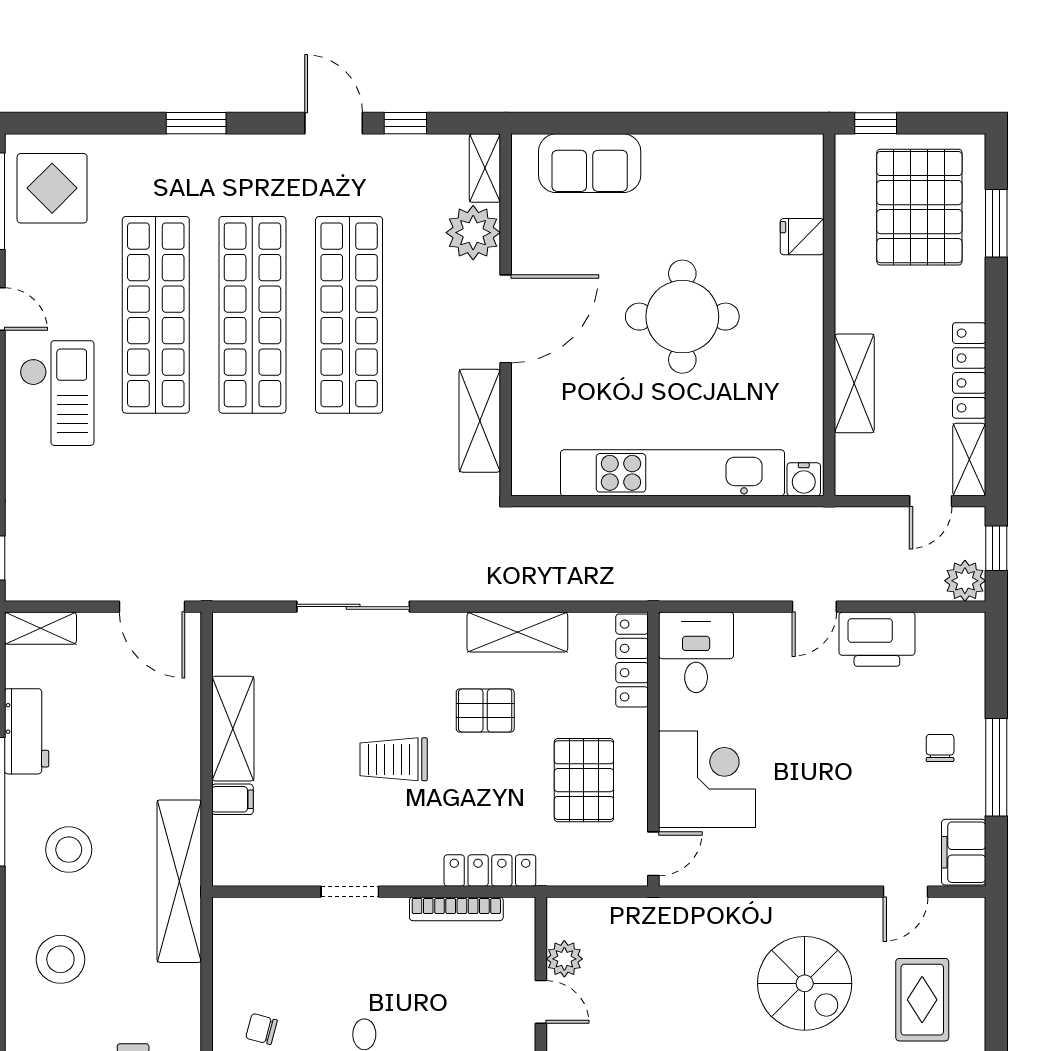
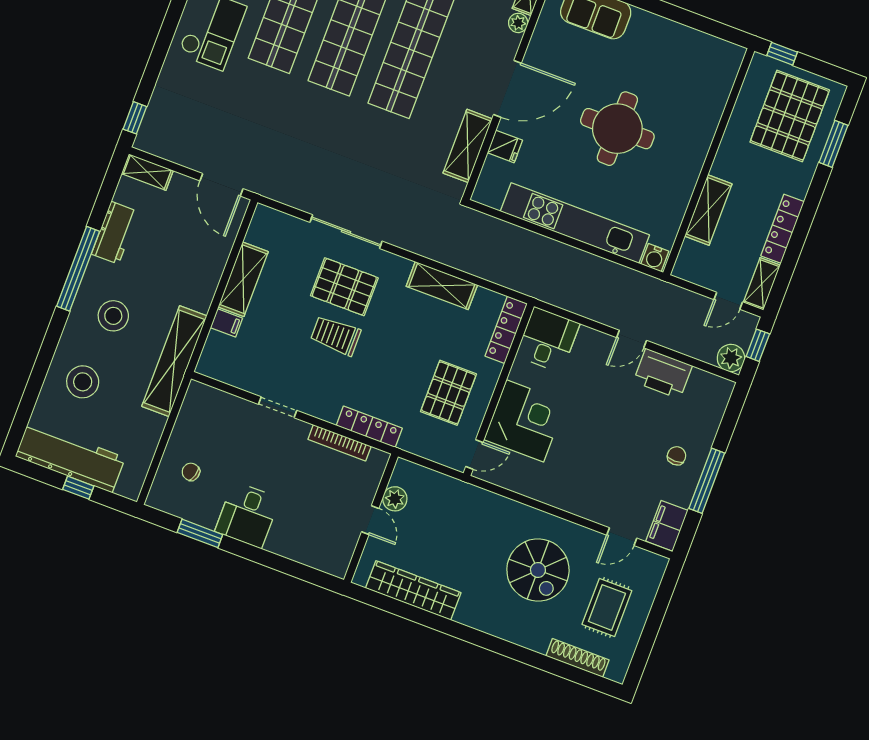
plant: (473, 233) -> (518, 23), width x0.53, depth x0.53
fridge: (802, 237) -> (505, 146), moved, turned 180
pallet: (485, 711) -> (344, 287), moved, width x1.50, depth x1.42

